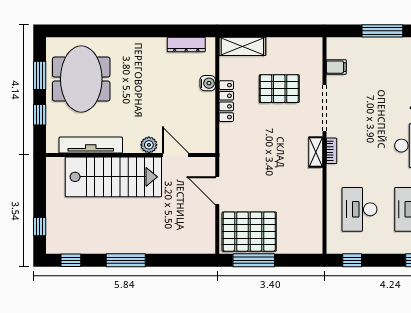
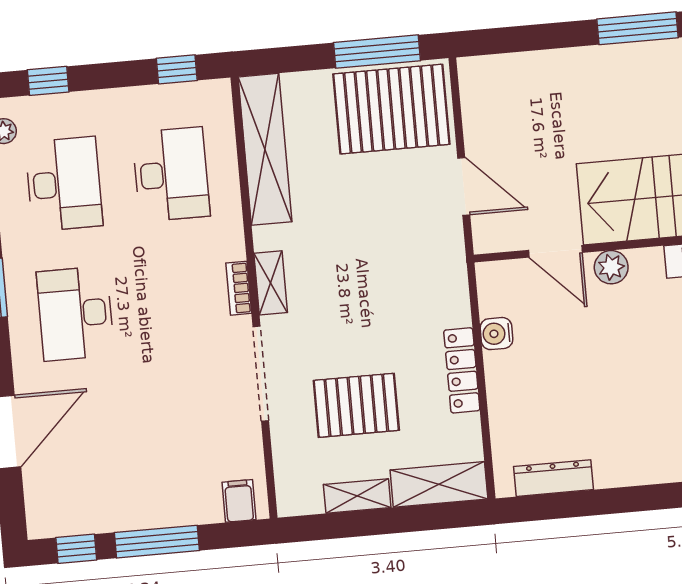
shelving: (283, 44) -> (357, 496), added
filing cabinet: (336, 67) -> (239, 501), moved, turned 90
water cooler: (208, 83) -> (496, 334), moved
shelving: (313, 217) -> (265, 149), added

